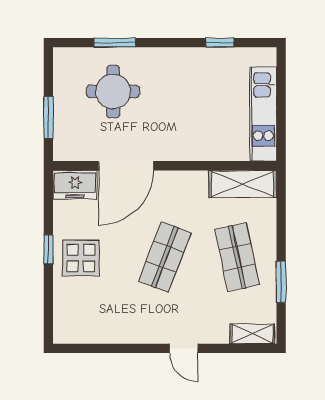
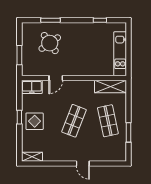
round table: (113, 91) -> (50, 43), turned -35
door: (126, 166) -> (56, 78), width x0.53
shelving: (252, 334) -> (32, 157), moved

